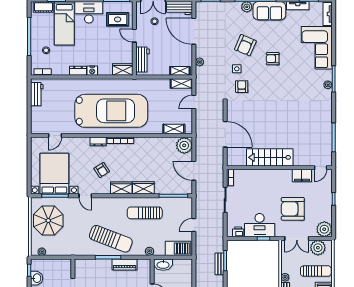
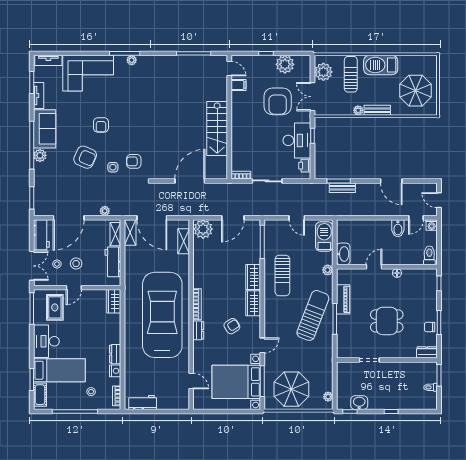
stool: (155, 38) -> (76, 264), added
workbench: (143, 59) -> (113, 262), moved, turned -90
nightstand: (92, 71) -> (115, 371), moved
door: (194, 102) -> (152, 218), width x1.88
filing cabinet: (302, 176) -> (238, 85), width x0.50
plant: (324, 229) -> (285, 64), moved
double door: (297, 239) -> (313, 97), swing flipped

